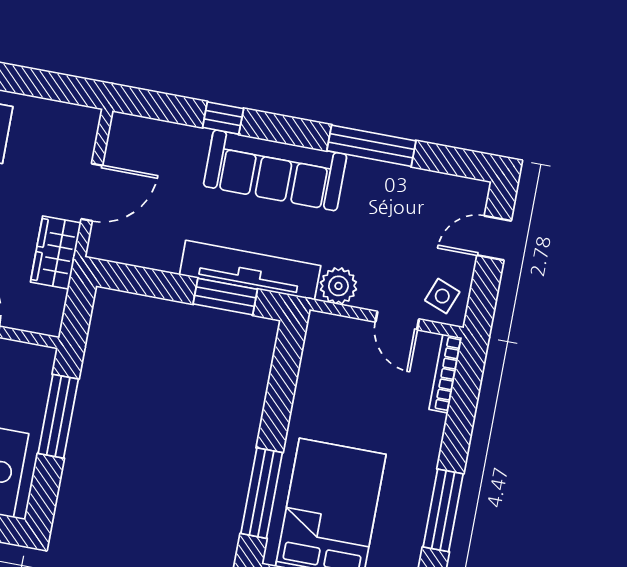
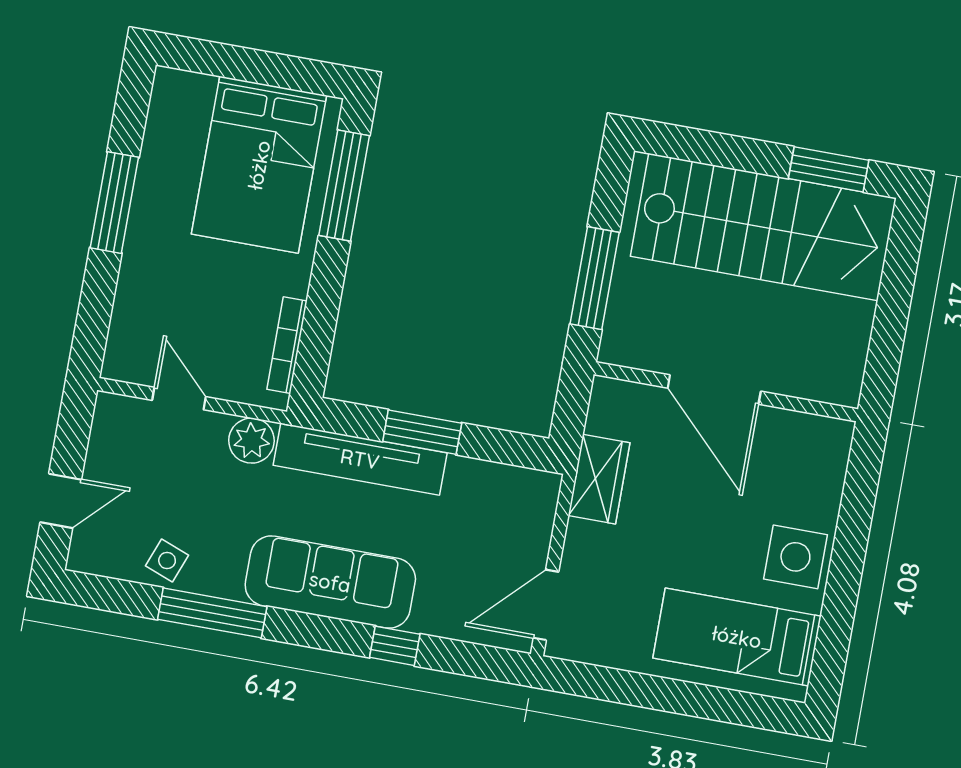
door: (92, 192) -> (546, 605), moved
side table: (442, 296) -> (167, 561), moved
window: (225, 297) -> (422, 432), moved
bookcase: (446, 374) -> (287, 345), moved, turned 180
window: (443, 510) -> (114, 203), moved

